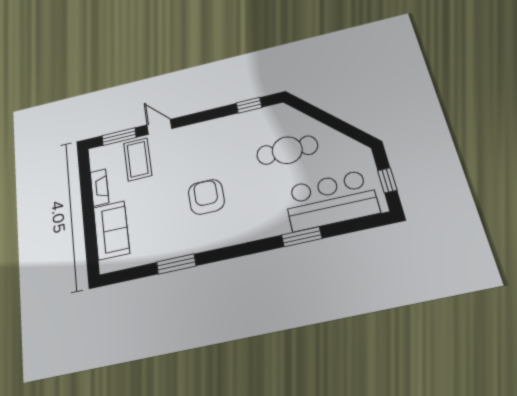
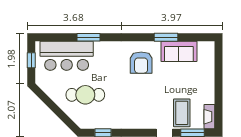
fireplace: (99, 187) -> (209, 117), moved
armchair: (206, 197) -> (141, 63), moved
sofa: (111, 230) -> (179, 51), moved, turned -90

